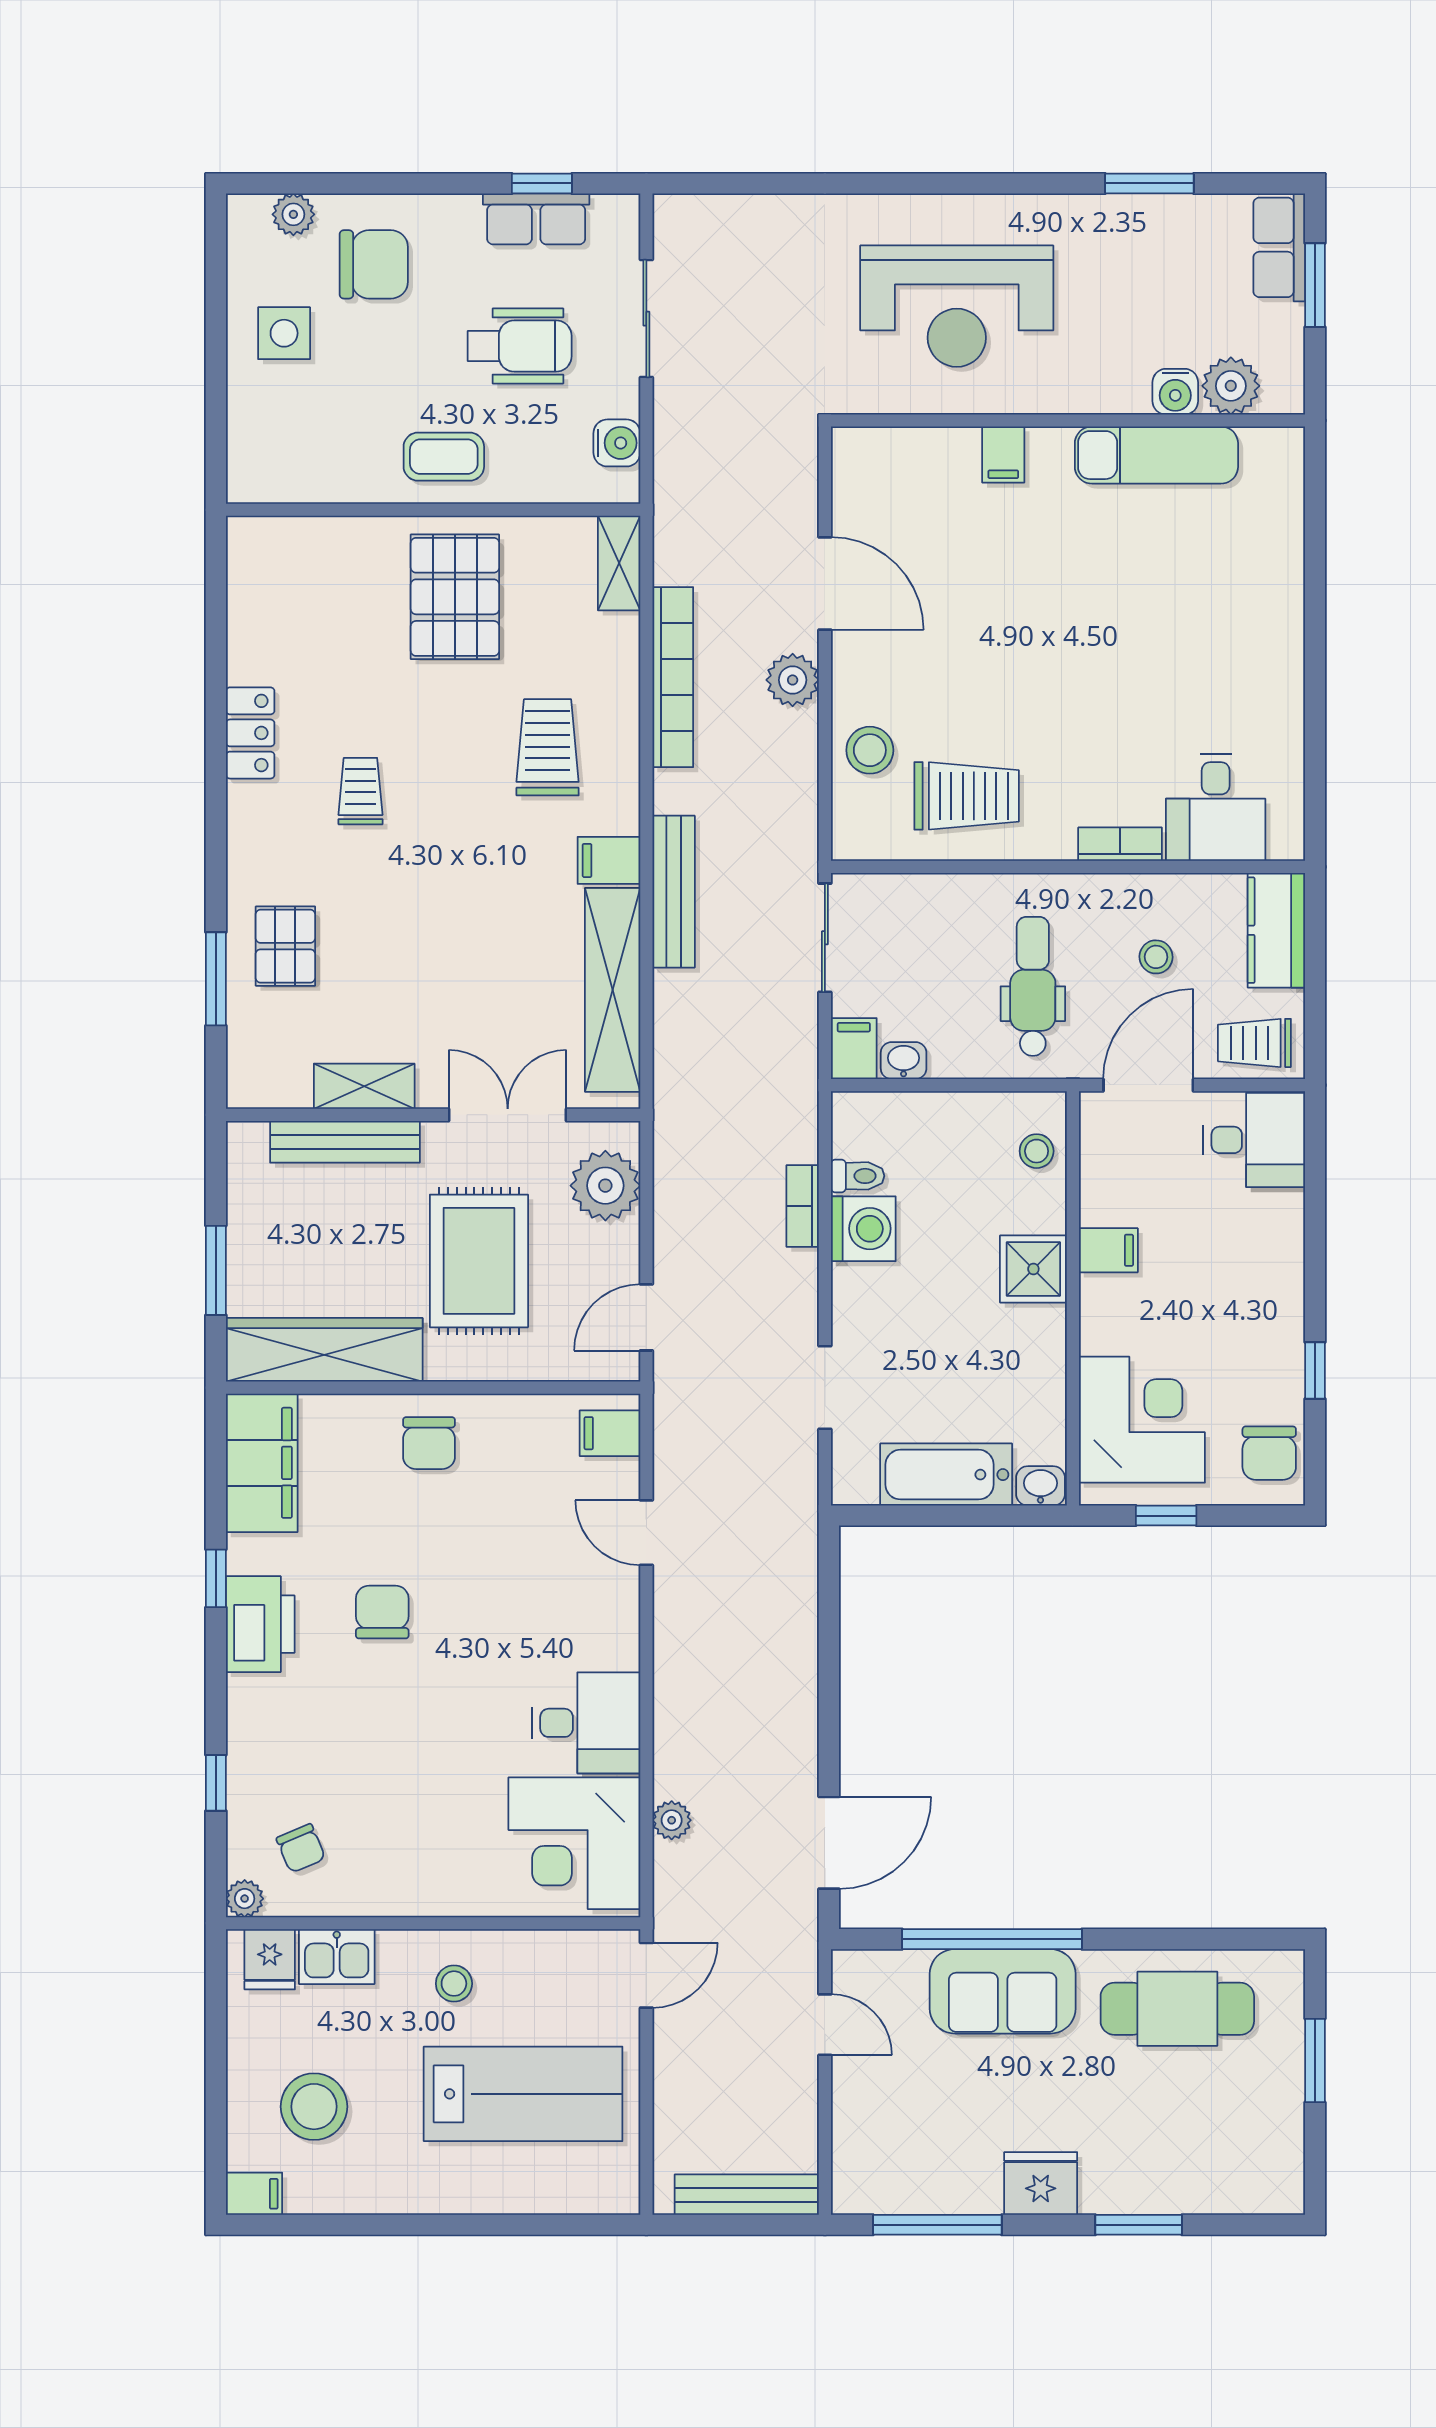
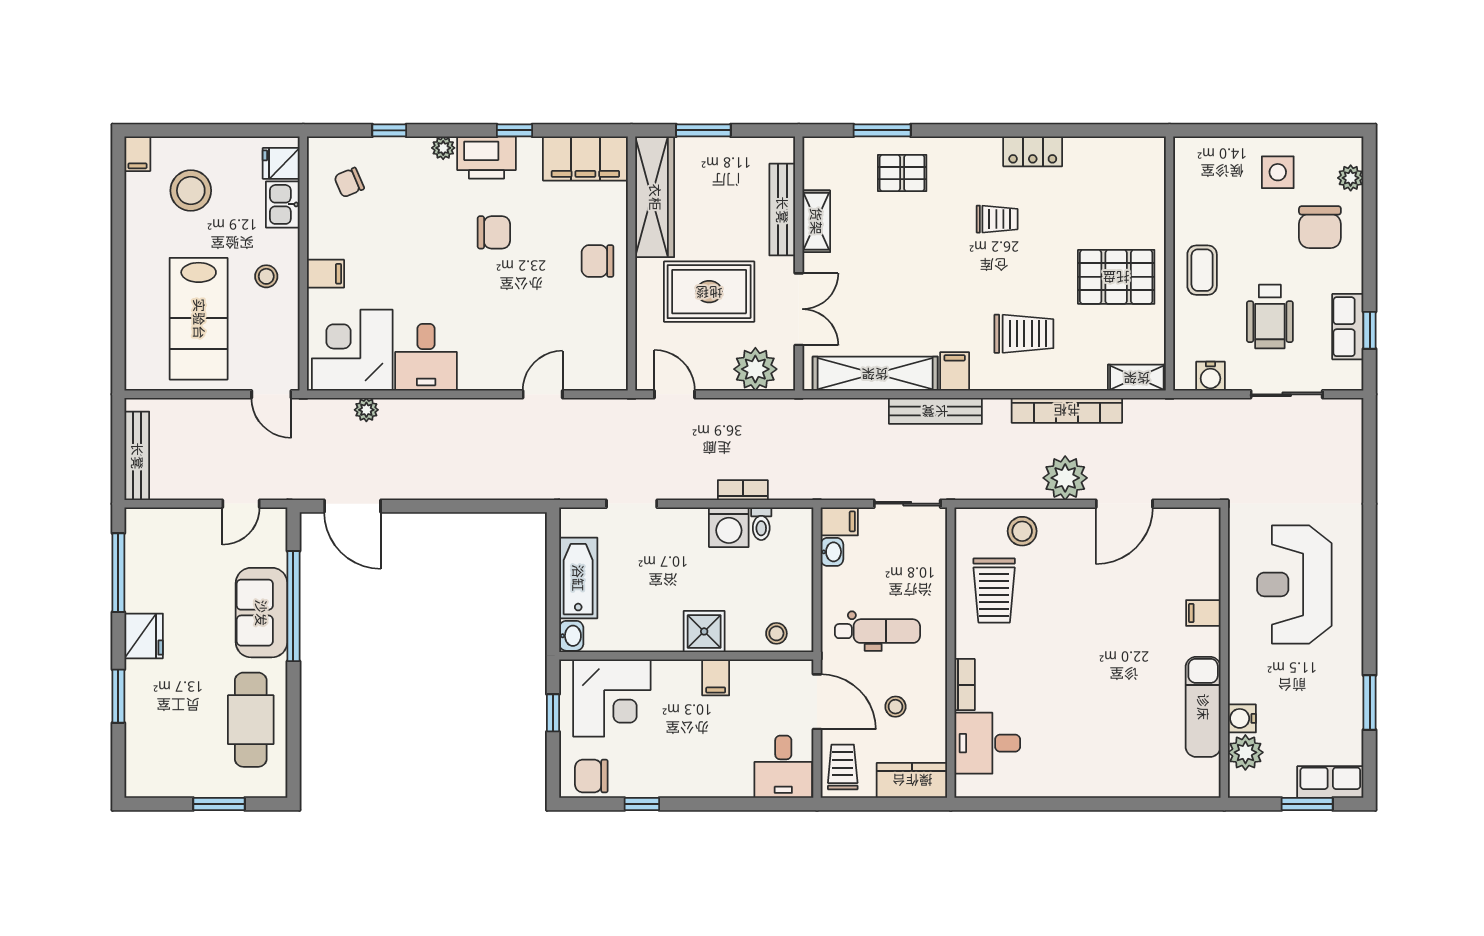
plant: (793, 680) -> (1065, 478), width x1.36, depth x1.36
filing cabinet: (610, 1433) -> (325, 274), moved, turned 90
plant: (245, 1899) -> (443, 148), moved

